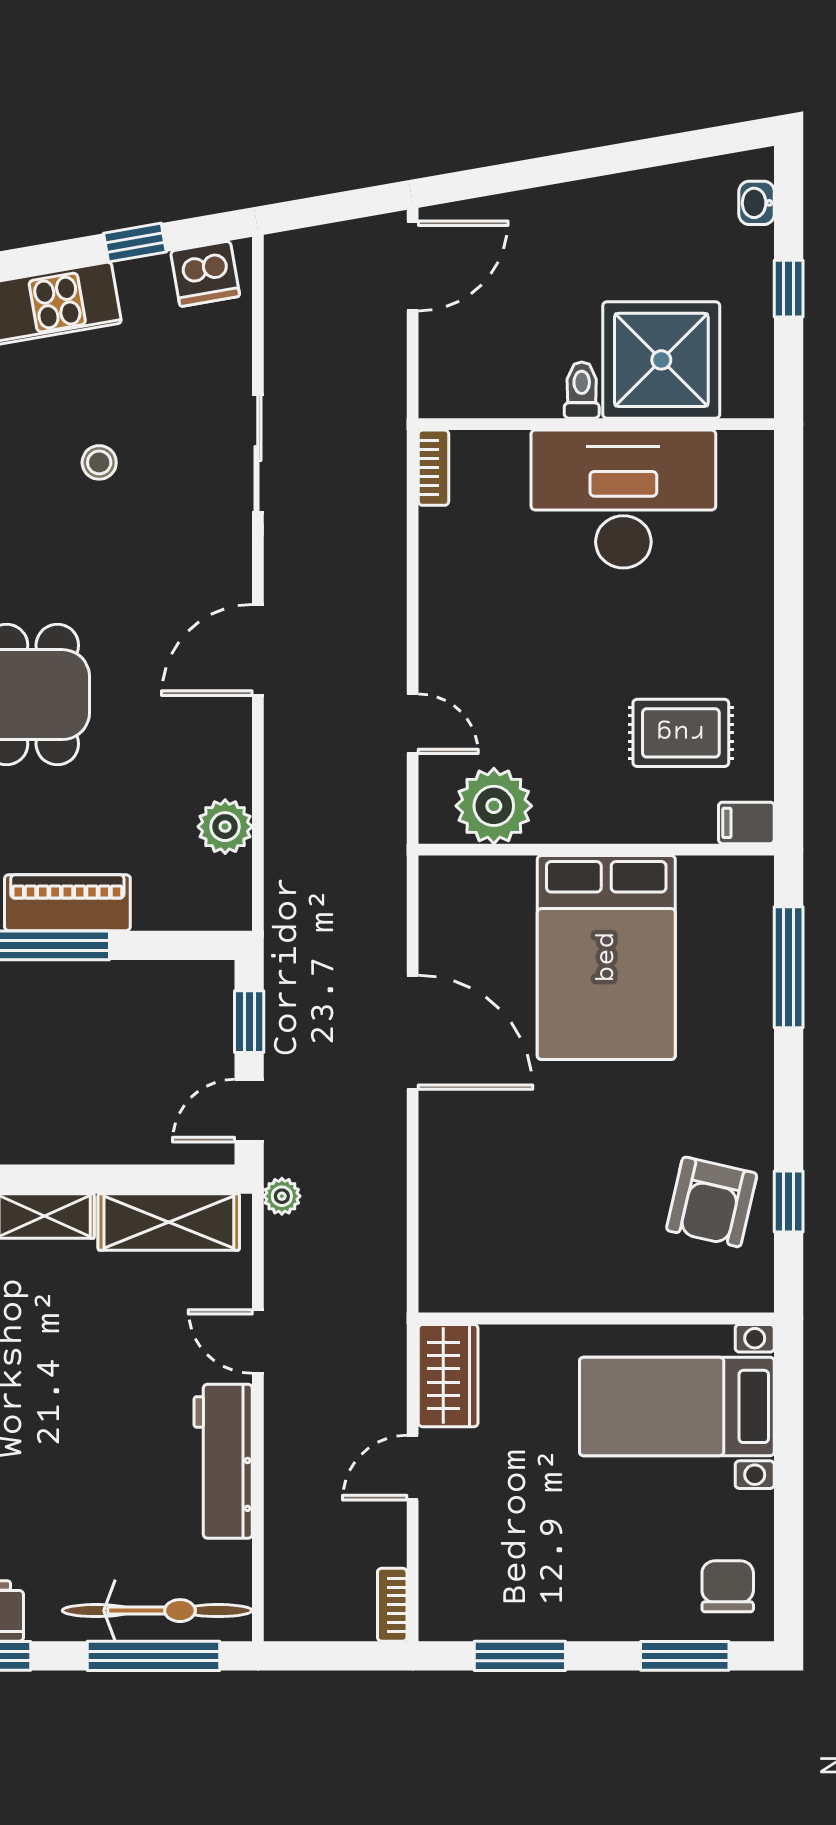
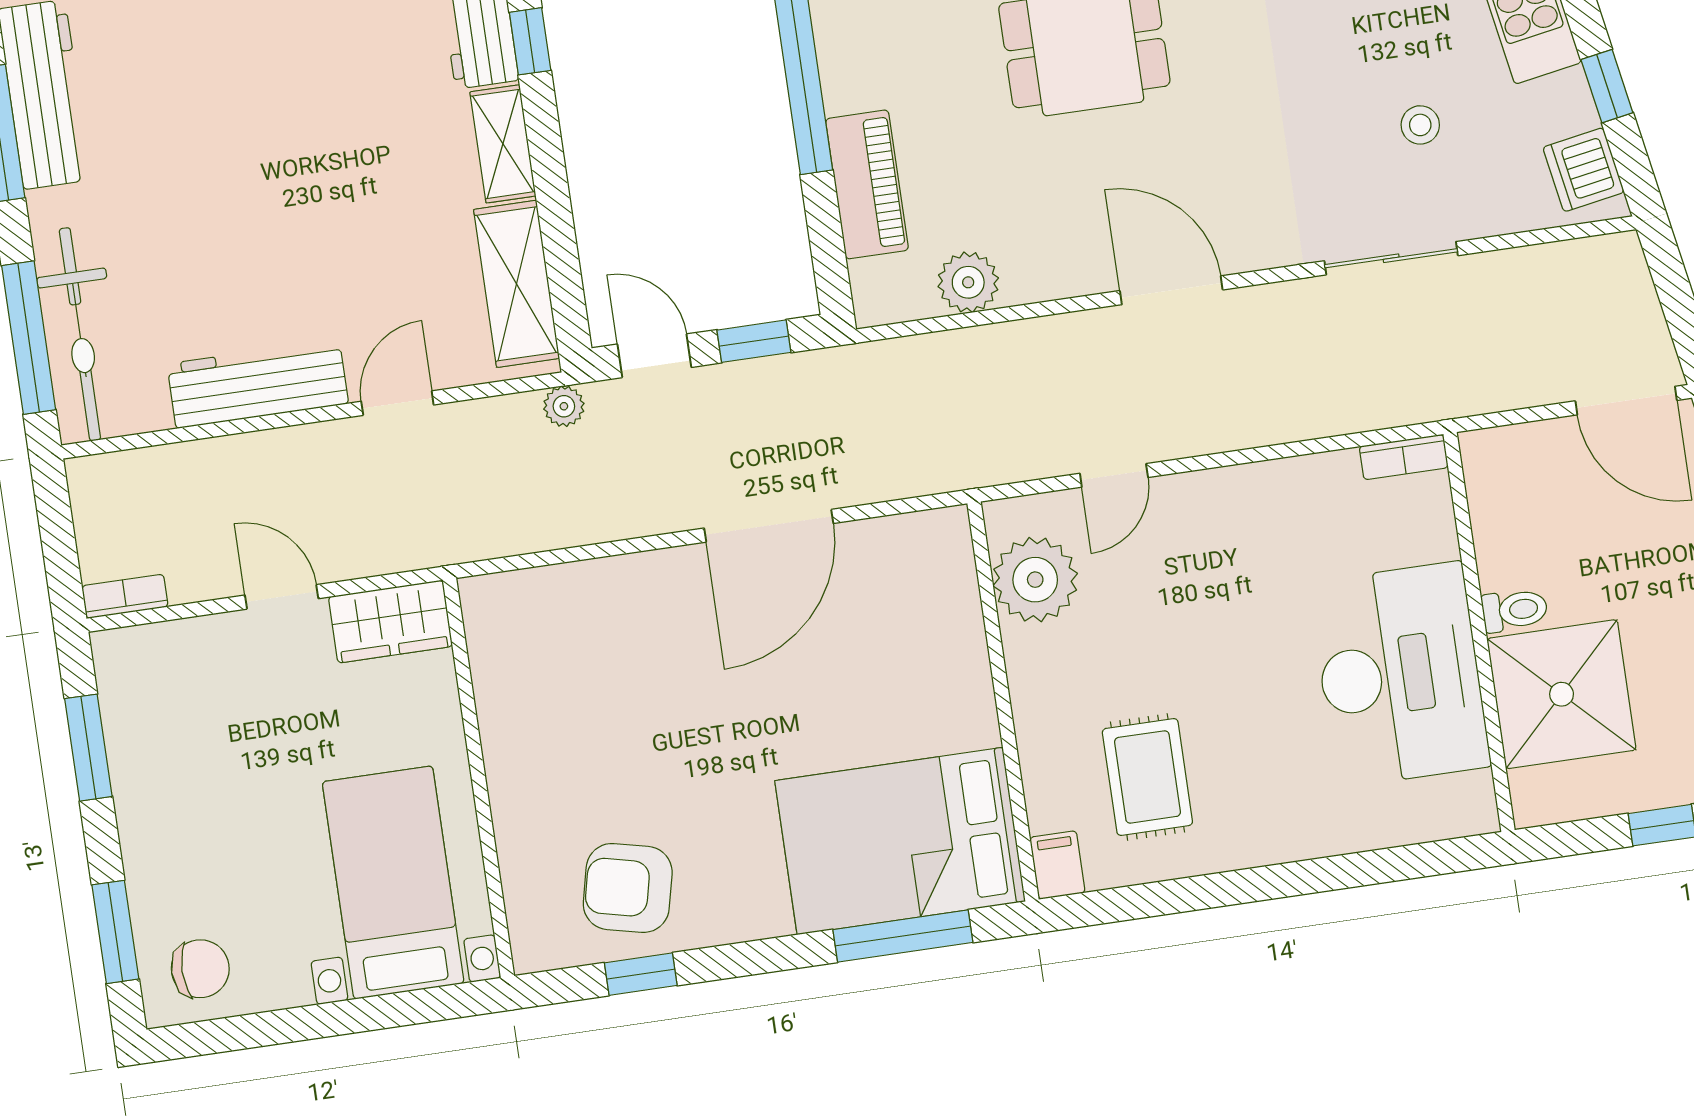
stool: (99, 462) -> (1420, 125), moved
piano: (67, 903) -> (867, 184), moved
bed: (606, 957) -> (900, 841), moved

